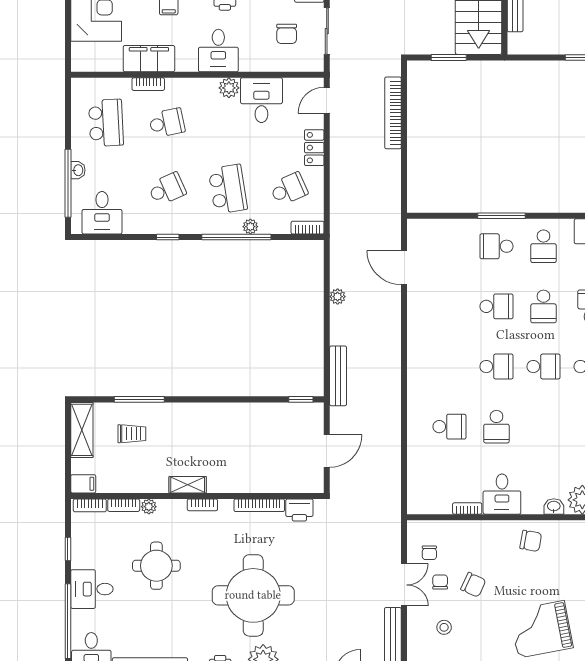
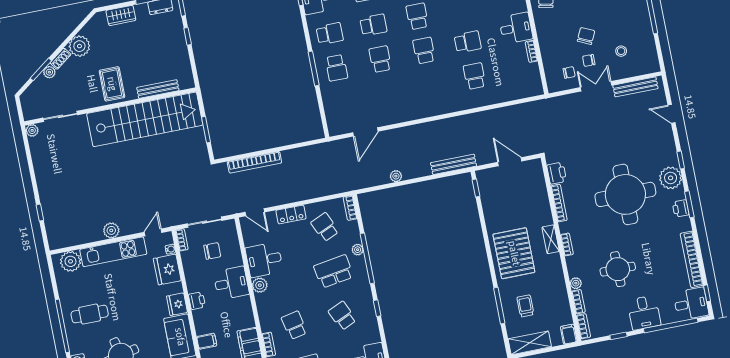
desk: (218, 51) -> (231, 283), moved
pallet: (205, 432) -> (514, 253), added
shelving: (188, 485) -> (551, 239), moved

